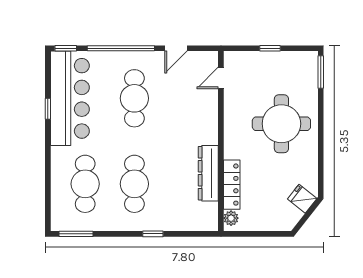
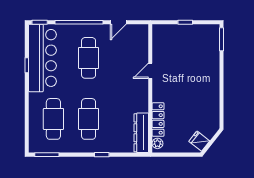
door: (221, 78) -> (150, 71), moved
round table: (281, 124) -> (193, 76), removed
dresser: (208, 173) -> (141, 133), moved
fridge: (302, 199) -> (199, 141), moved

